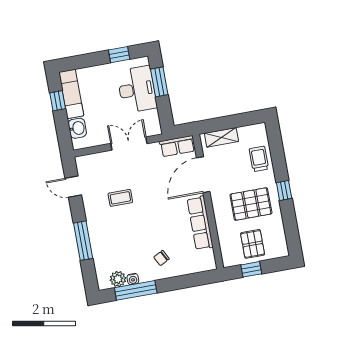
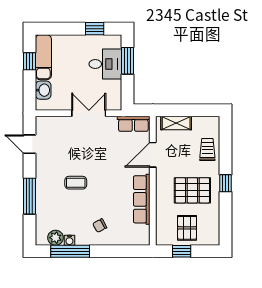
desk: (137, 89) -> (105, 64), width x0.73
door: (203, 175) -> (153, 155), width x0.73
coffee table: (120, 198) -> (76, 183), moved

